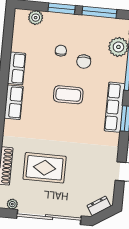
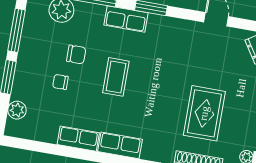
row of seats: (115, 107) -> (126, 19), width x0.68

